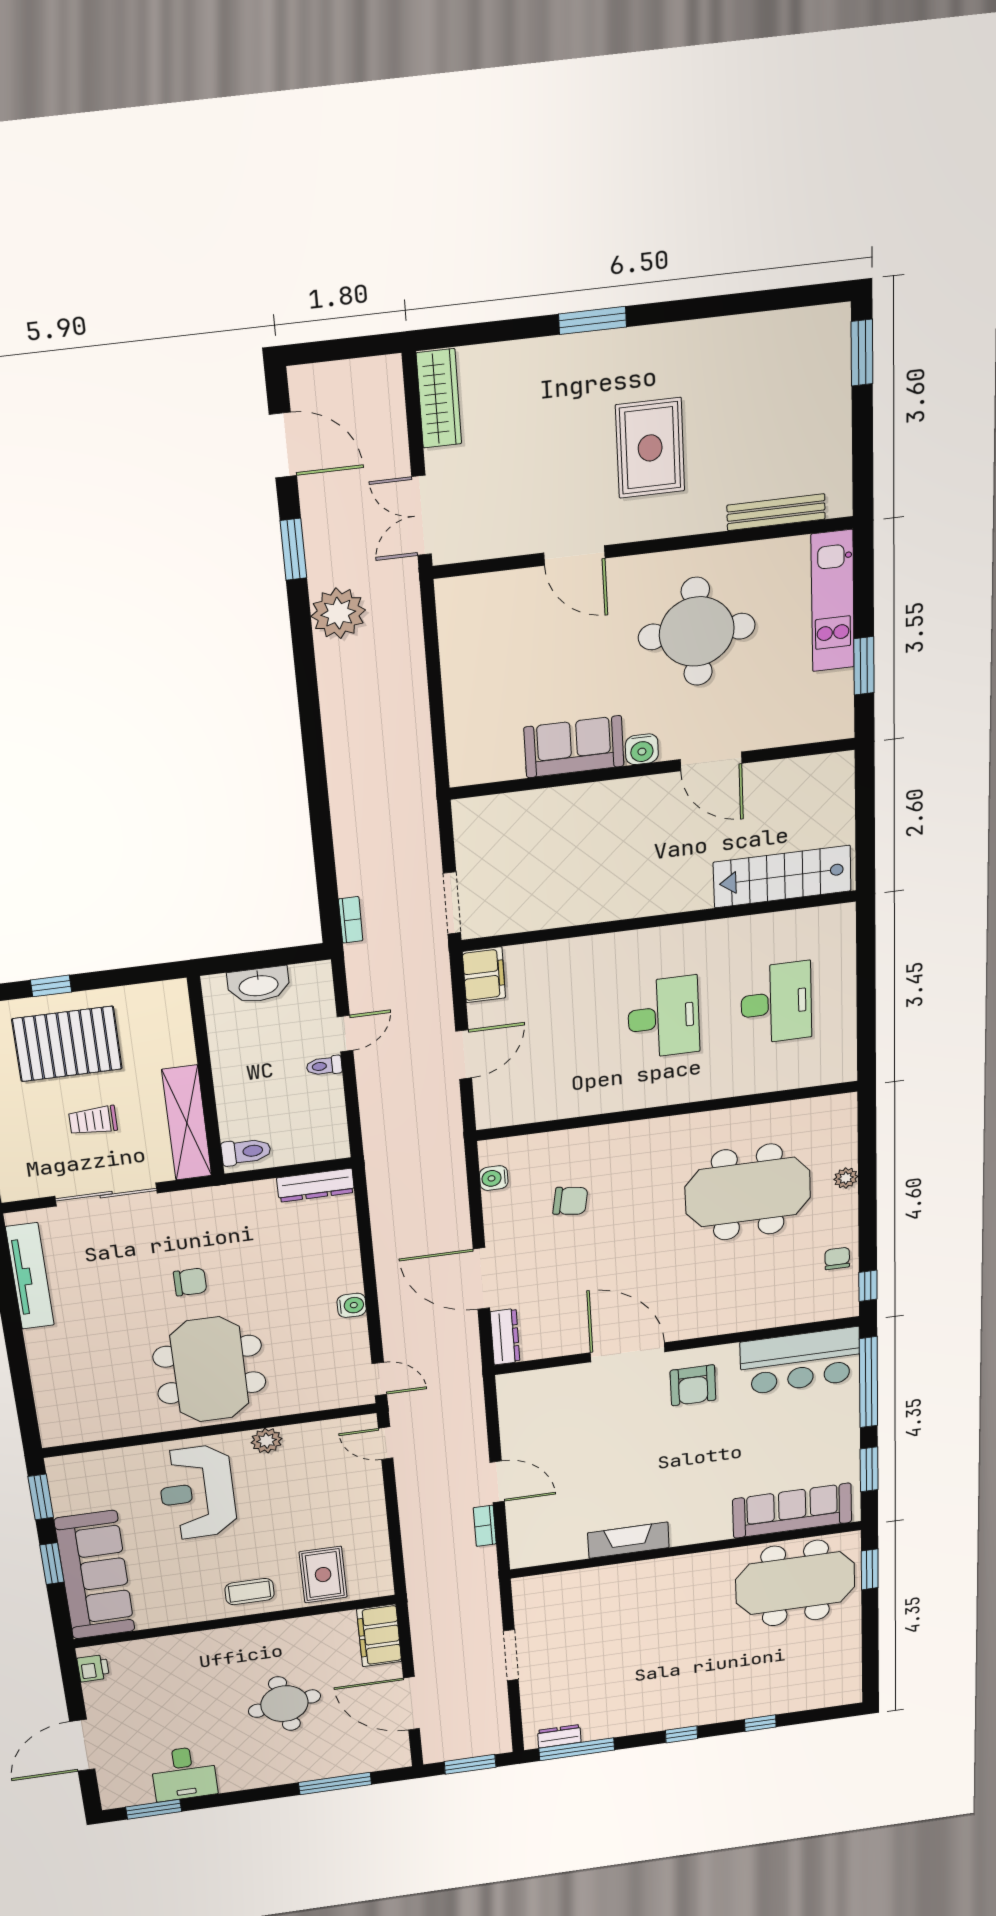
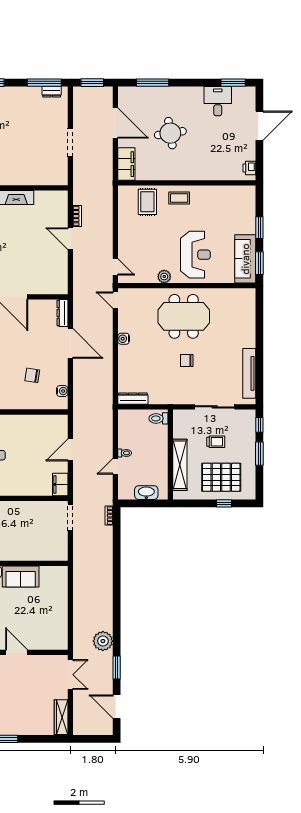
shelving: (187, 1123) -> (180, 465), moved
meeting table: (210, 1369) -> (184, 316), turned 90
sofa: (95, 1575) -> (245, 259), moved, width x0.74, depth x0.79

